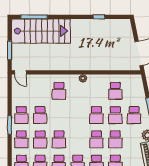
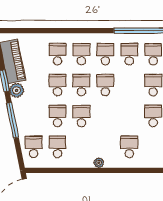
school desk: (134, 115) -> (34, 147), moved
school desk: (59, 139) -> (105, 85), moved

